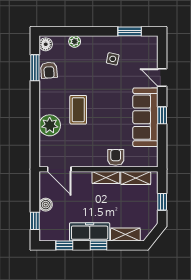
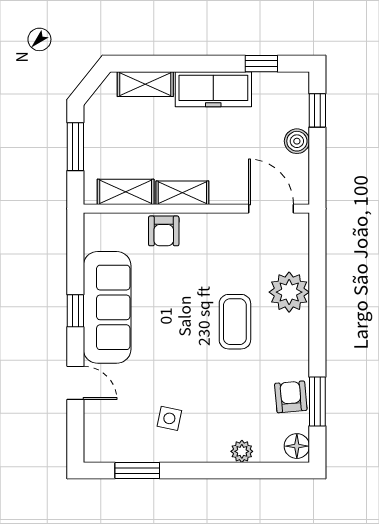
window: (162, 202) -> (75, 147), width x1.50
window: (99, 245) -> (196, 64), removed

